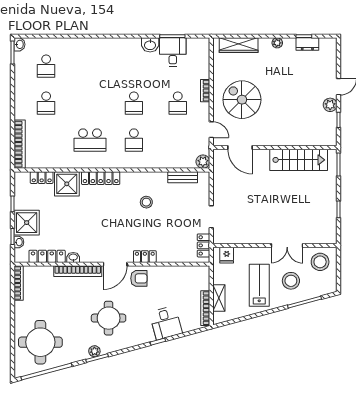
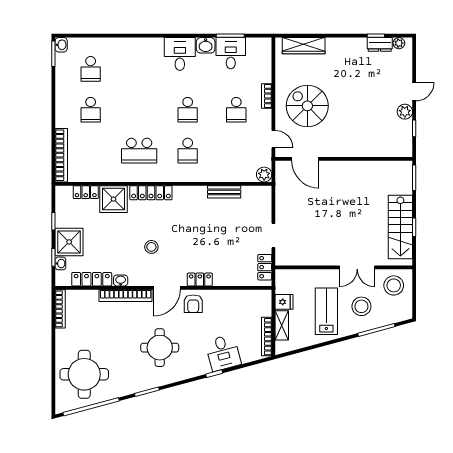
plant: (277, 43) -> (399, 43), moved
desk: (127, 53) -> (180, 54), added
stairs: (299, 160) -> (400, 227), moved, turned 90
bench: (183, 177) -> (224, 192), moved
stool: (146, 202) -> (151, 247), moved
fridge: (227, 255) -> (284, 302), moved, turned -90
armchair: (139, 278) -> (193, 304), turned 90
plant: (94, 351) -> (144, 384), removed

